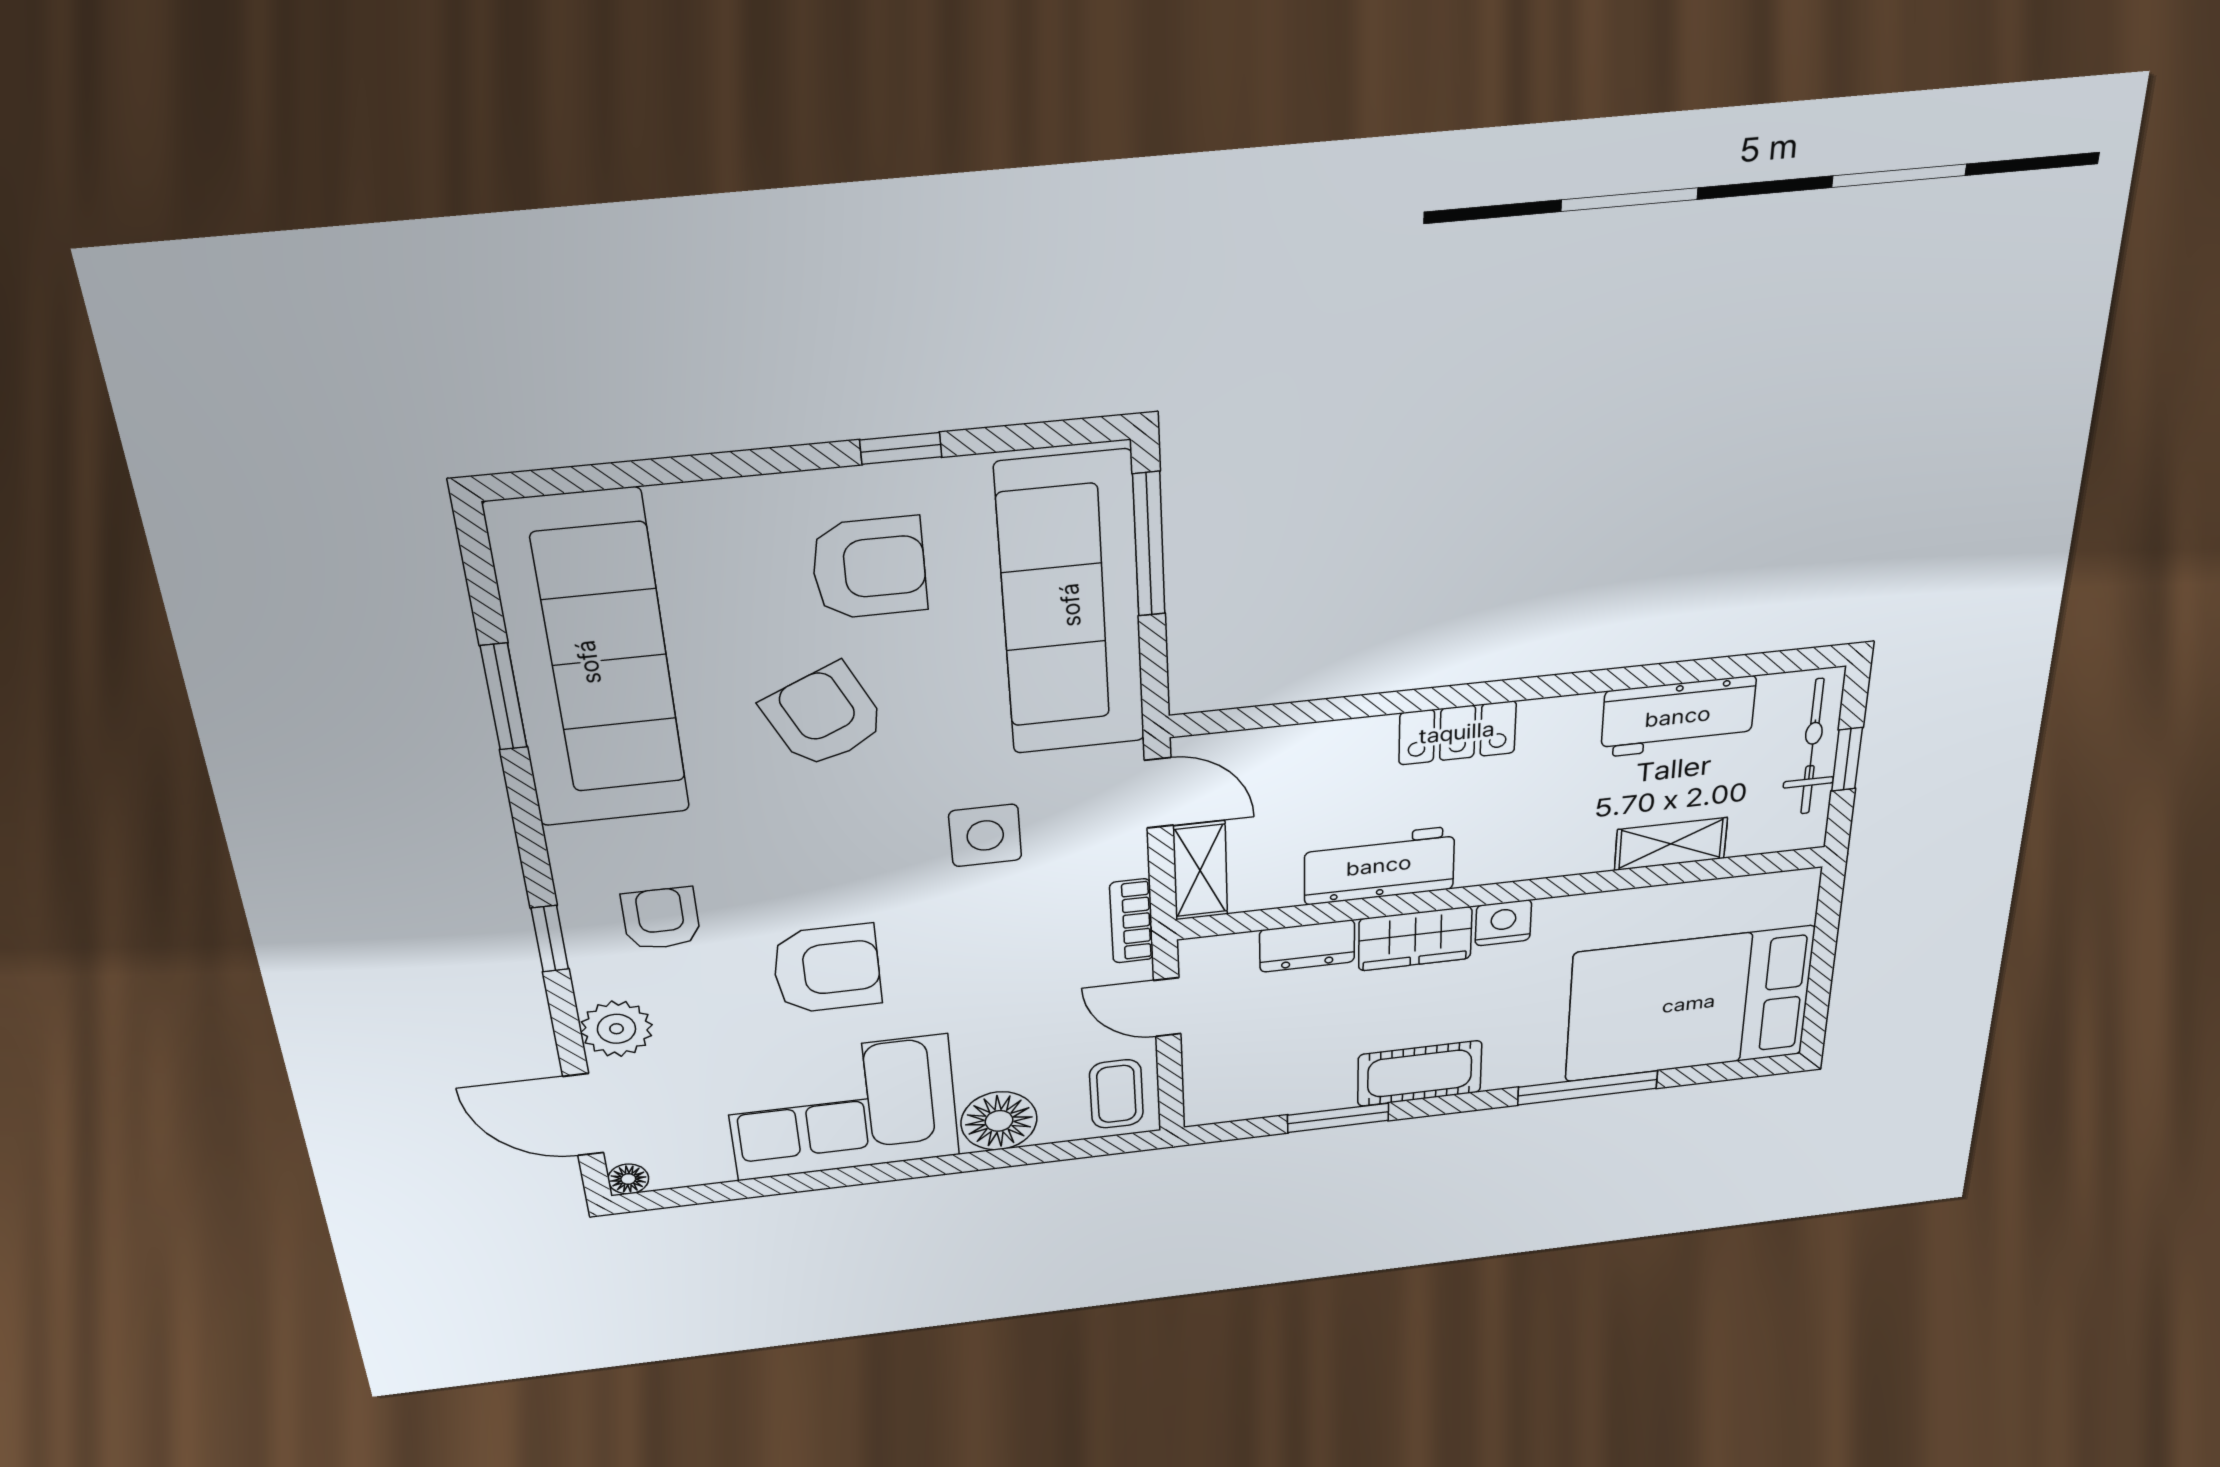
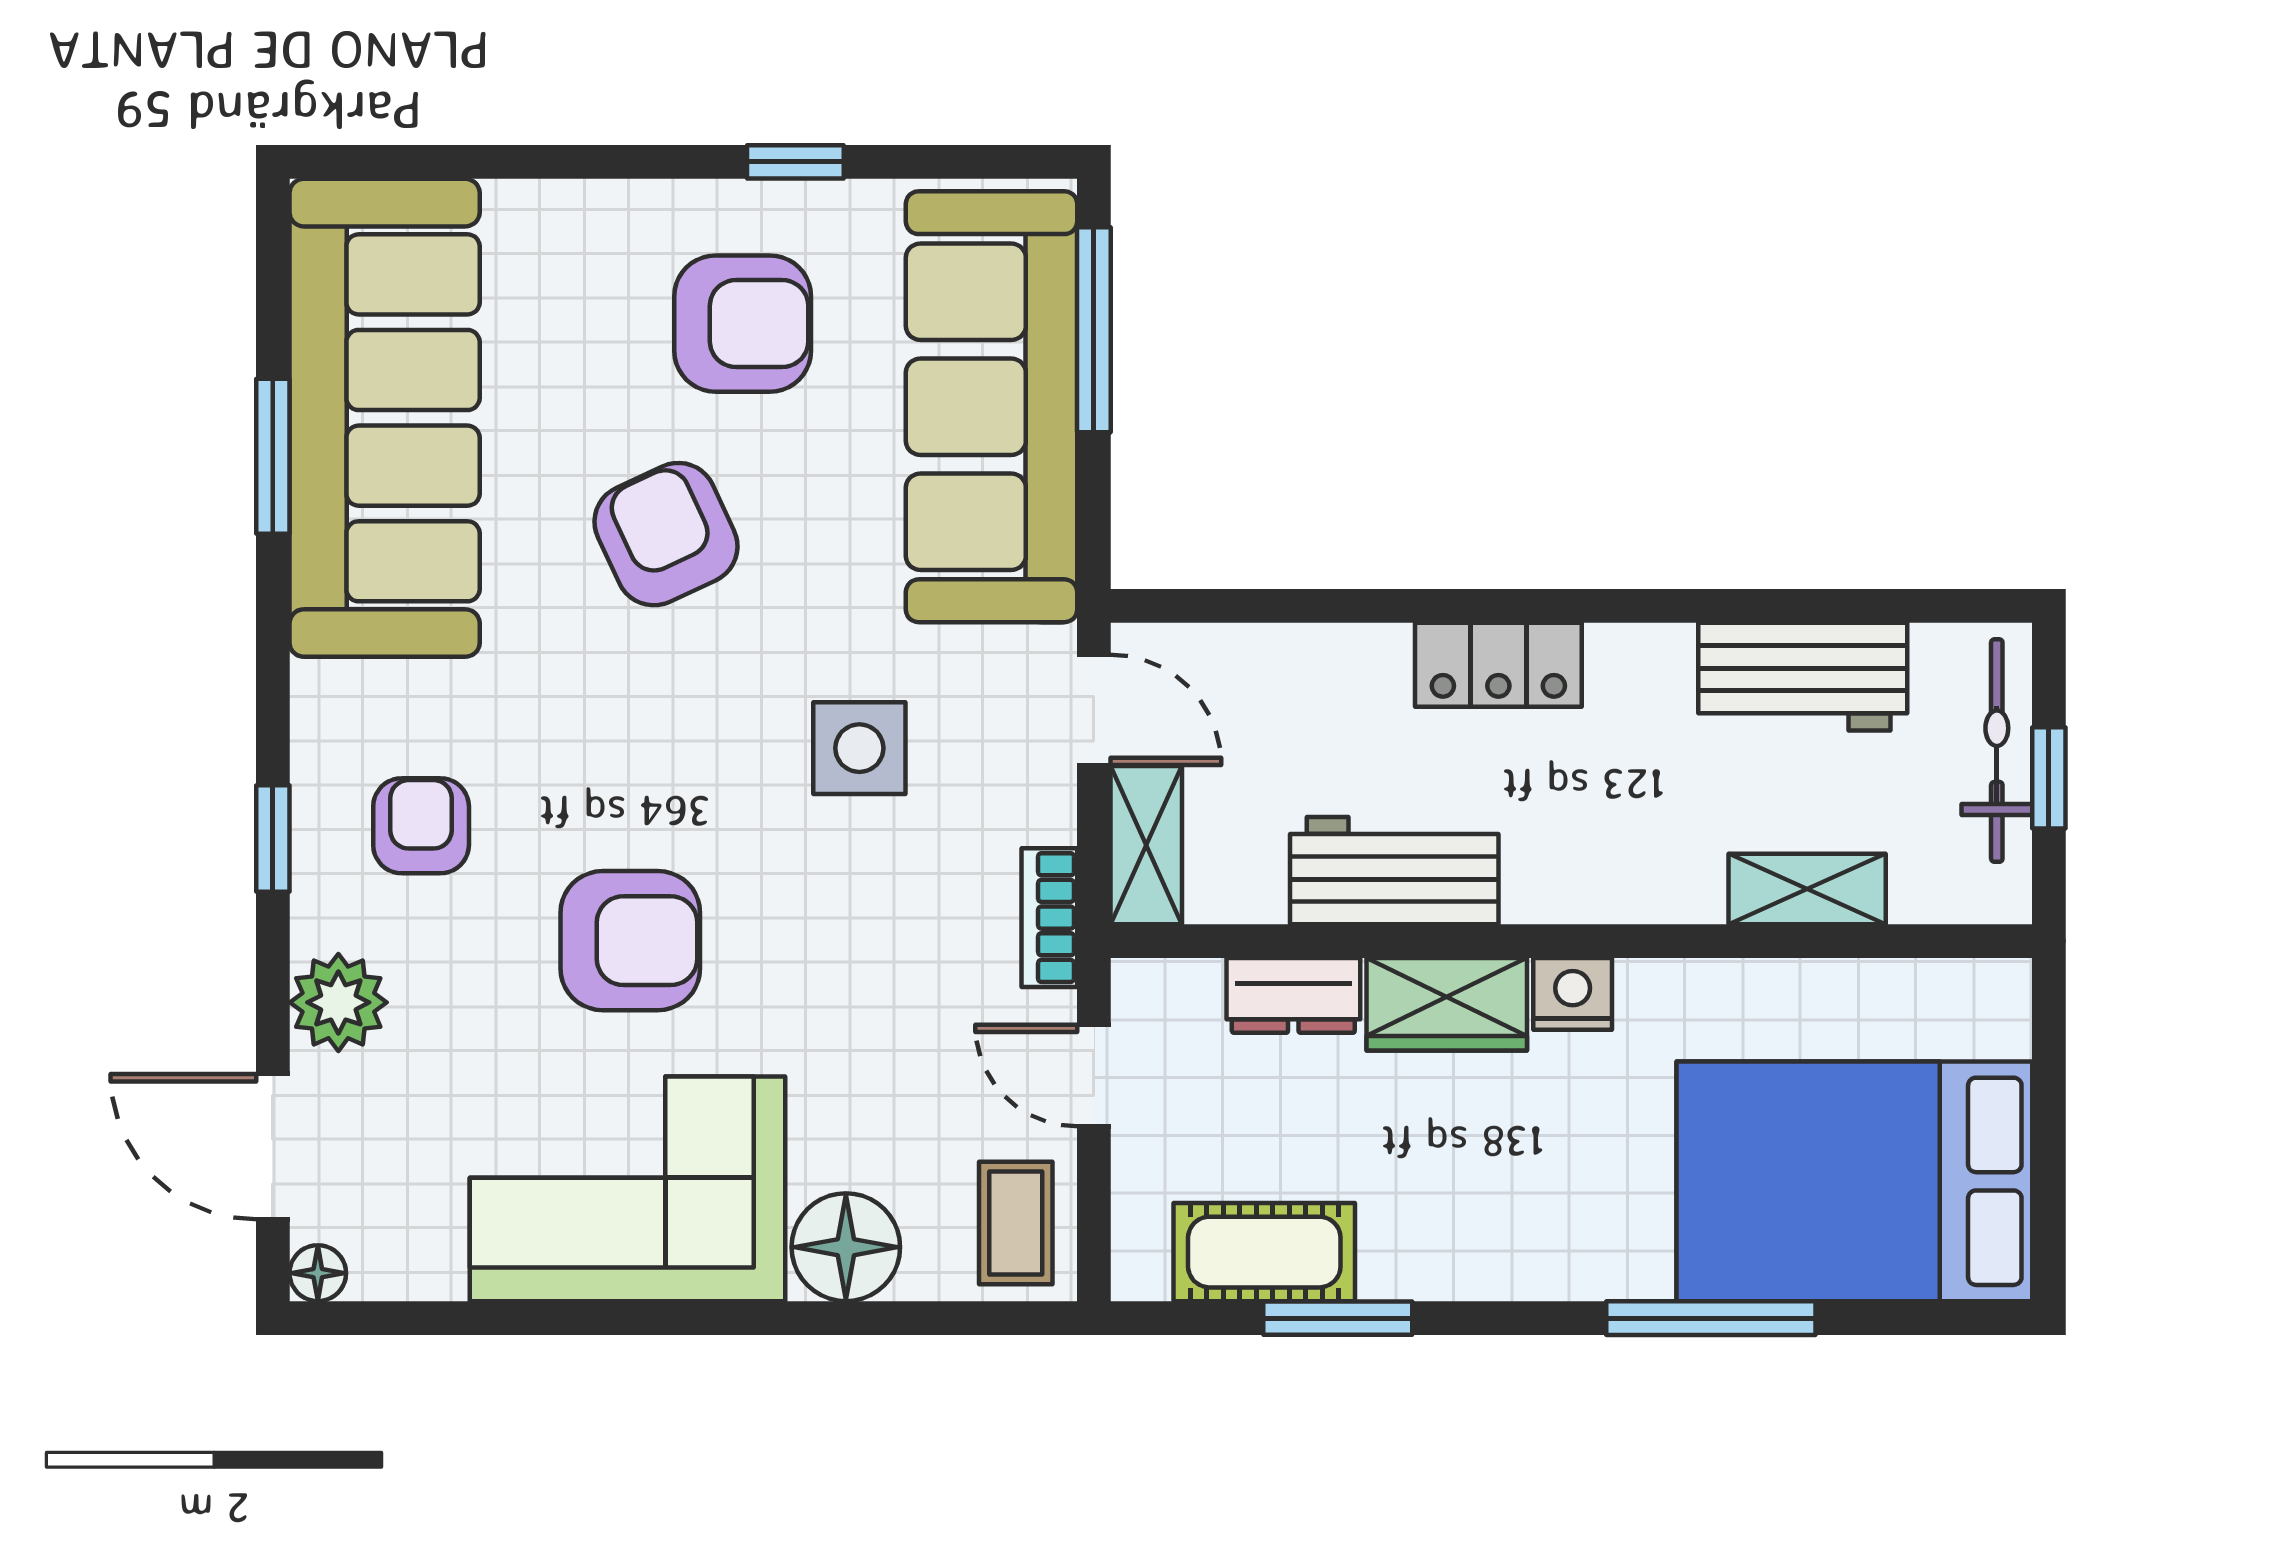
cot: (1420, 1073) -> (1264, 1252), moved

